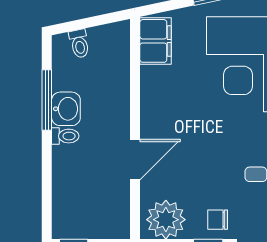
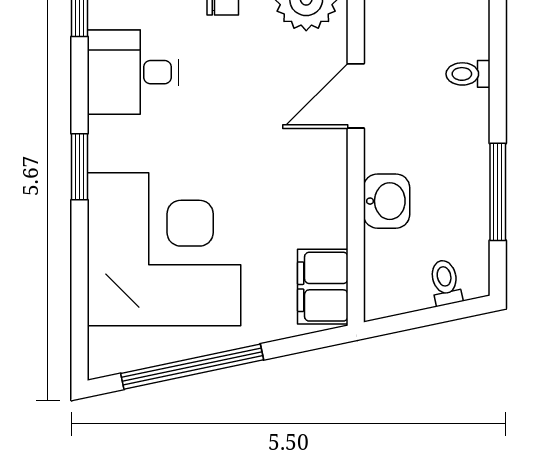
washbasin: (66, 109) -> (387, 201), moved, turned 180
toilet: (65, 136) -> (468, 74), moved

